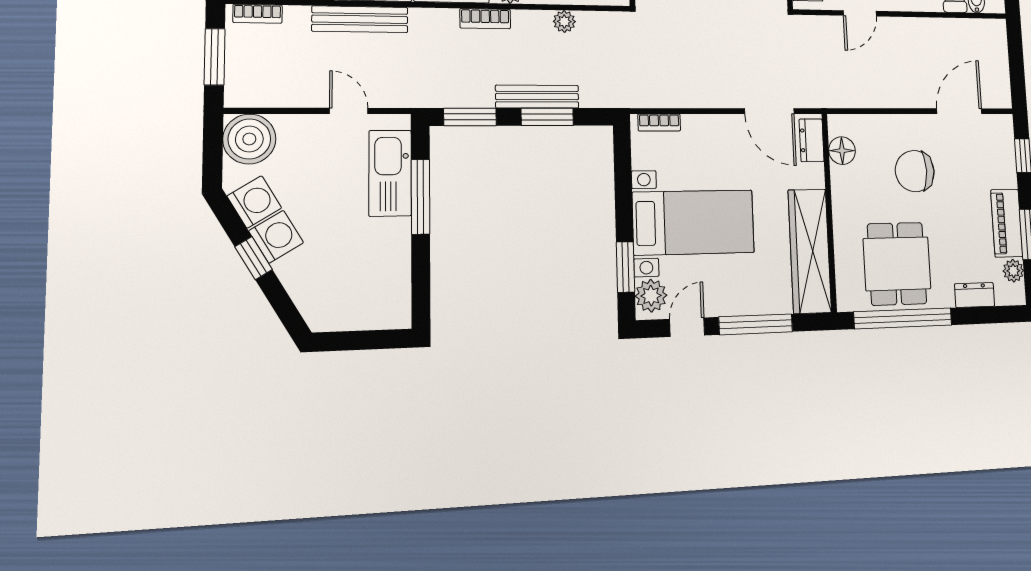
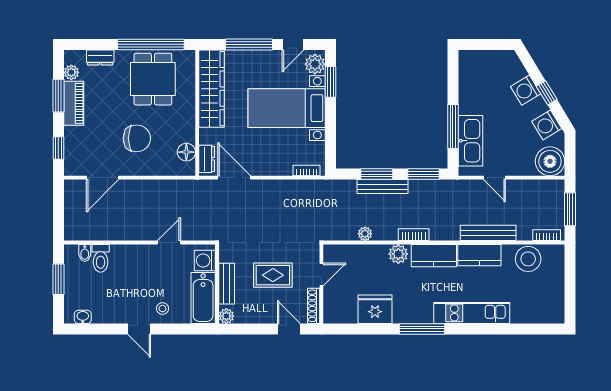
washing machine: (276, 237) -> (526, 90), moved

